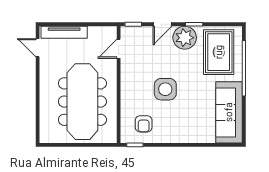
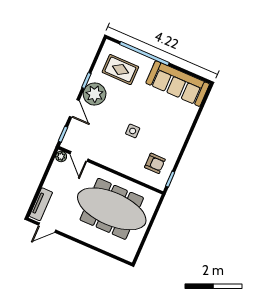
tv unit: (64, 32) -> (41, 204), width x0.71
plant: (111, 32) -> (61, 156), added
rug: (219, 52) -> (120, 70), width x0.73, depth x0.70
side table: (165, 89) -> (133, 131), width x0.54, depth x0.54

